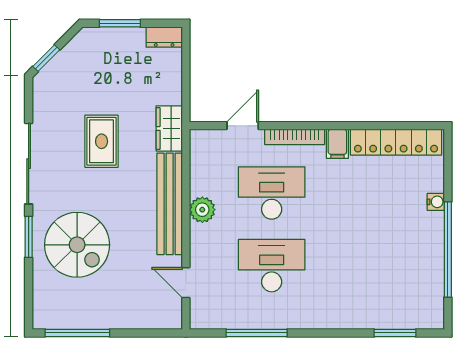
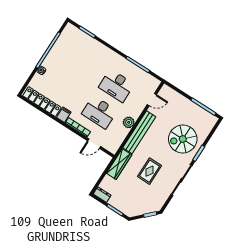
wardrobe: (169, 128) -> (119, 164), width x1.50
spiral stairs: (77, 245) -> (183, 139), turned -90
door: (186, 283) -> (152, 100), hinge flipped

